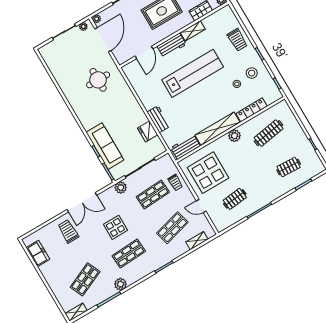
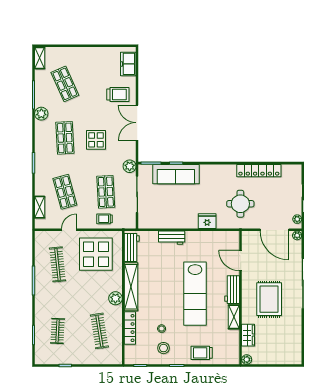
locker: (62, 81) -> (259, 171), added
fridge: (148, 131) -> (207, 221), moved
clothes rail: (235, 199) -> (58, 264), width x1.36
freezer: (38, 253) -> (128, 64), moved, turned 90

